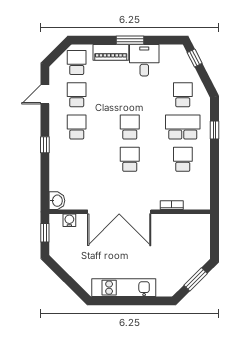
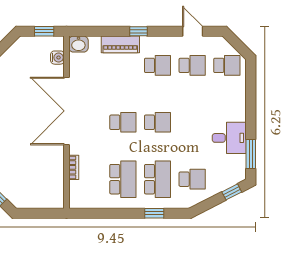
window: (130, 40) -> (251, 154), moved
piano: (111, 52) -> (120, 44), moved, turned -90
school desk: (183, 159) -> (123, 179), width x1.85

